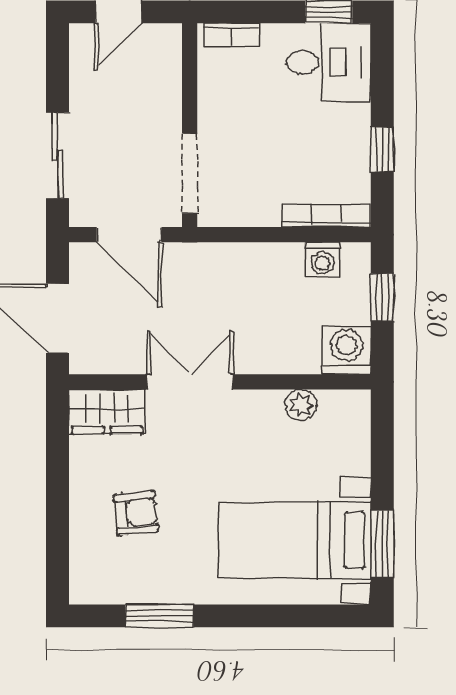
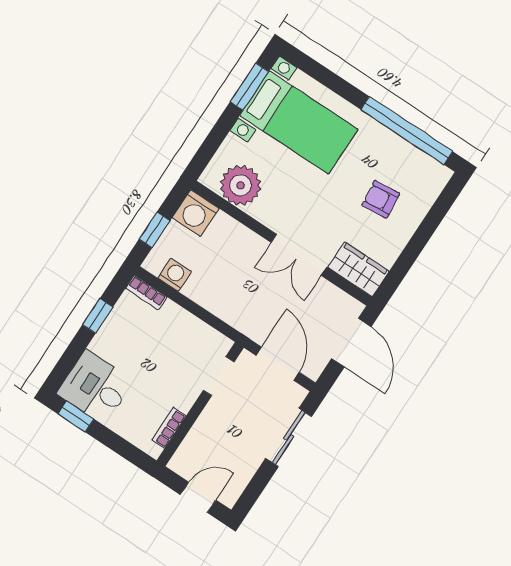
bookcase: (232, 34) -> (169, 428), moved, turned -90
doorway: (190, 173) -> (219, 376), width x0.73
bookcase: (327, 216) -> (146, 293), width x0.64
plant: (301, 405) -> (240, 185), width x1.87, depth x1.87
window: (159, 616) -> (407, 130), width x2.11

